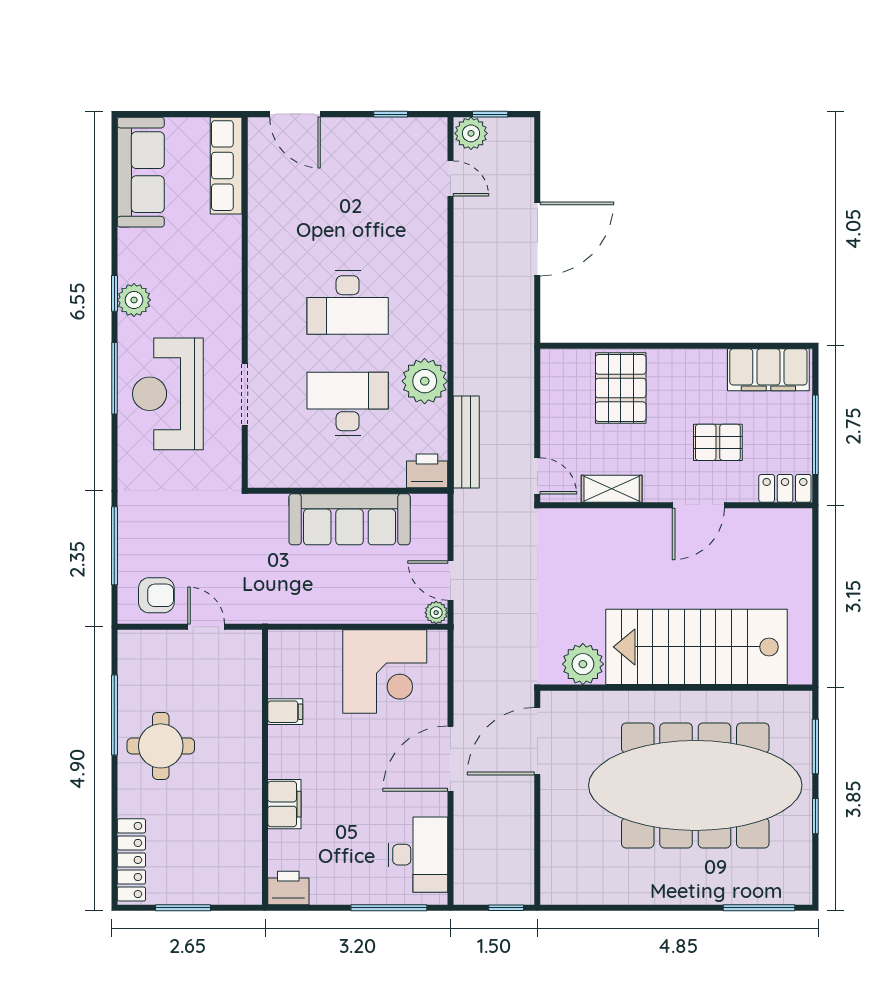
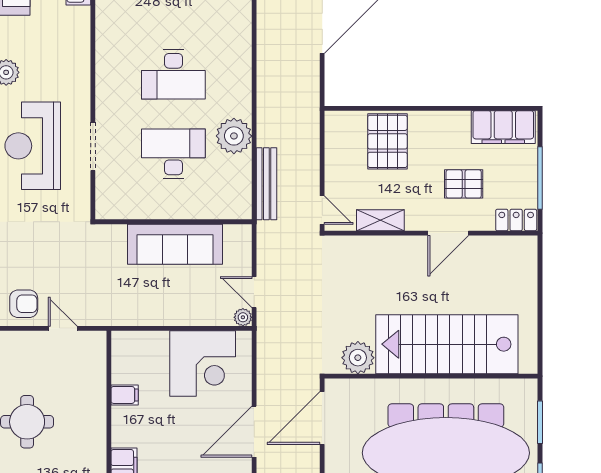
printer: (427, 471) -> (236, 206), removed

